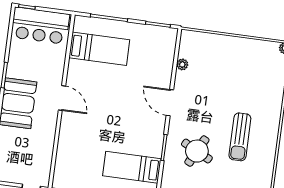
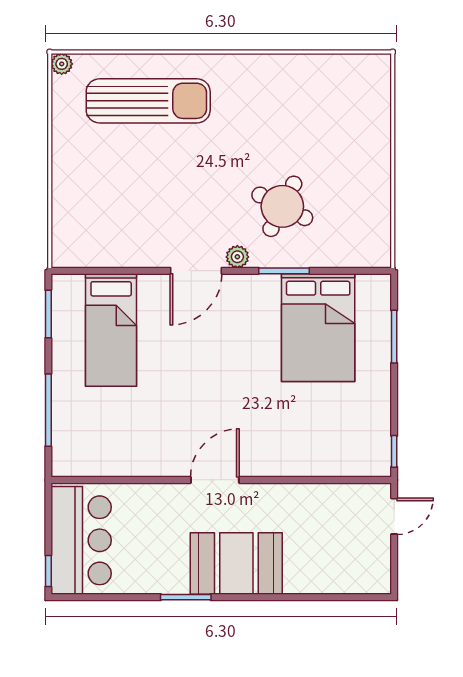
bed: (99, 49) -> (111, 330), moved, turned 180
plant: (182, 64) -> (237, 257), moved
sun lounger: (240, 137) -> (148, 101), moved, width x1.36, depth x1.34
bed: (132, 167) -> (318, 328), width x1.50

